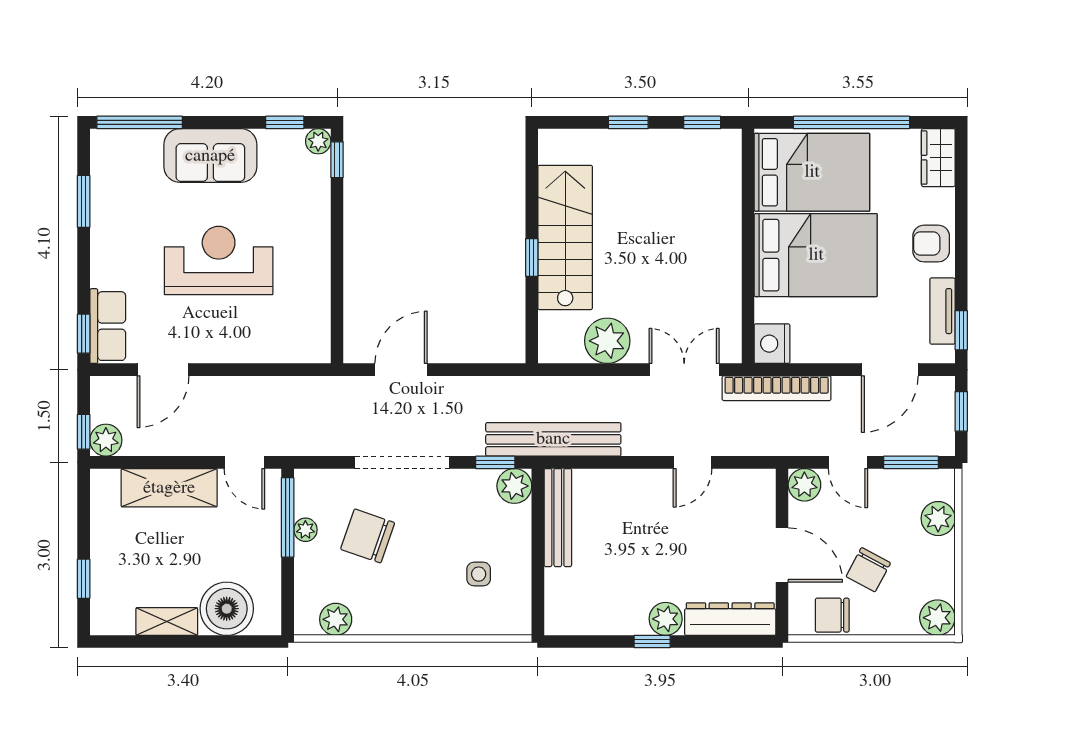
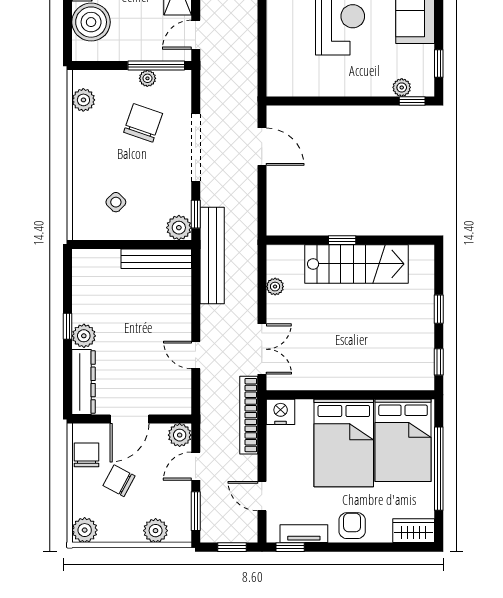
plant: (318, 141) -> (402, 87), moved
plant: (607, 341) -> (275, 287), width x0.53, depth x0.53
door: (890, 370) -> (262, 496), width x0.73
side table: (479, 574) -> (116, 202), turned 45

